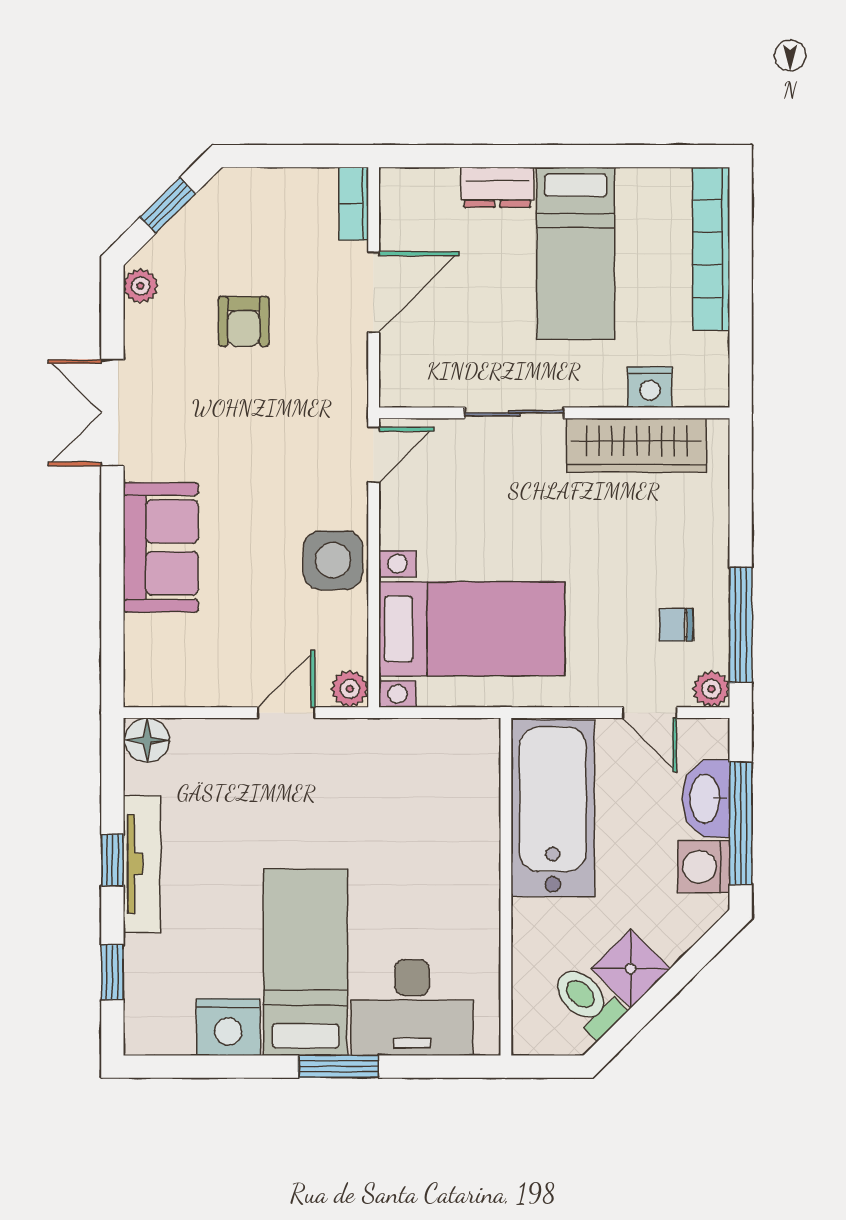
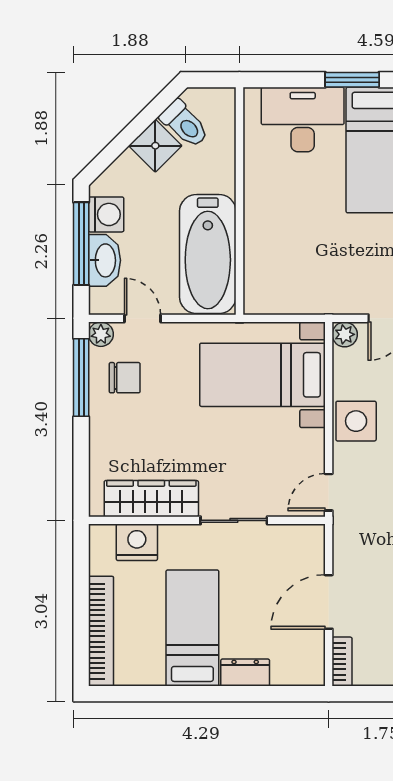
nightstand: (650, 387) -> (137, 542), width x1.36, depth x1.33
chair: (676, 625) -> (125, 378), width x1.37, depth x1.37

